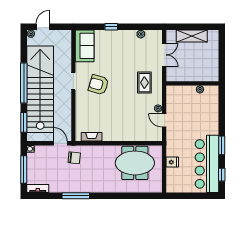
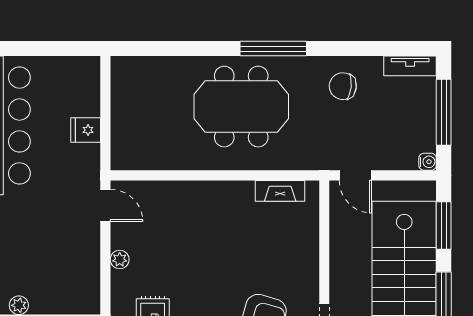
door: (164, 120) -> (105, 205), moved
chair: (74, 158) -> (343, 86), moved
meeting table: (135, 163) -> (241, 107), moved
window: (76, 196) -> (273, 49), moved

